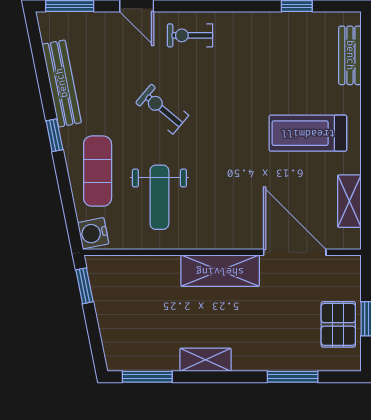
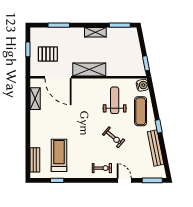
treadmill: (308, 133) -> (59, 155), moved, turned -90
pallet: (338, 324) -> (48, 54), moved, turned 90

